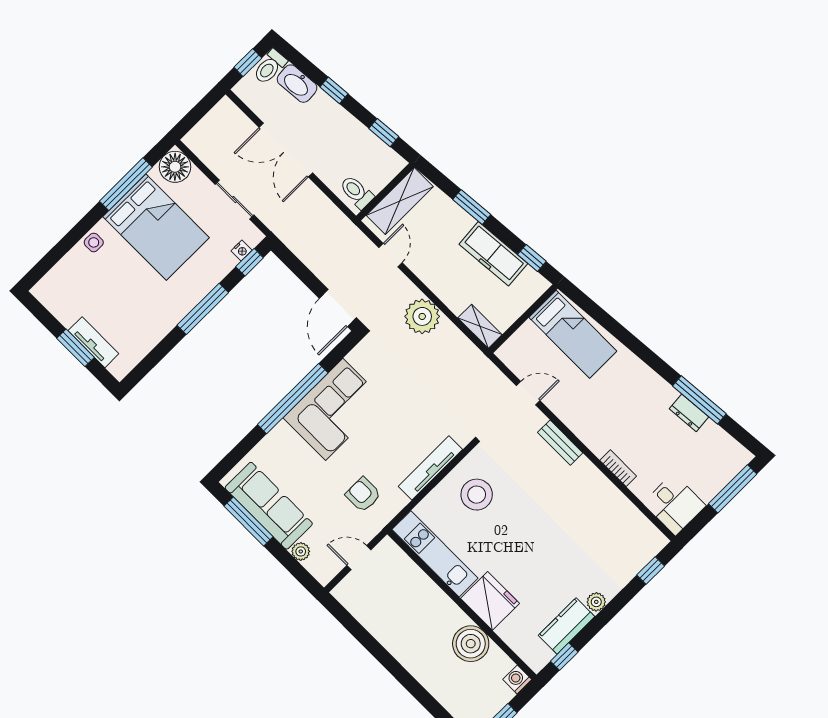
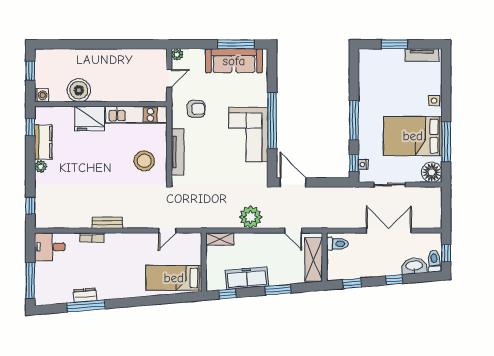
tv unit: (93, 342) -> (422, 55), moved
bench: (560, 443) -> (107, 223), moved
plant: (301, 551) -> (177, 54), moved

